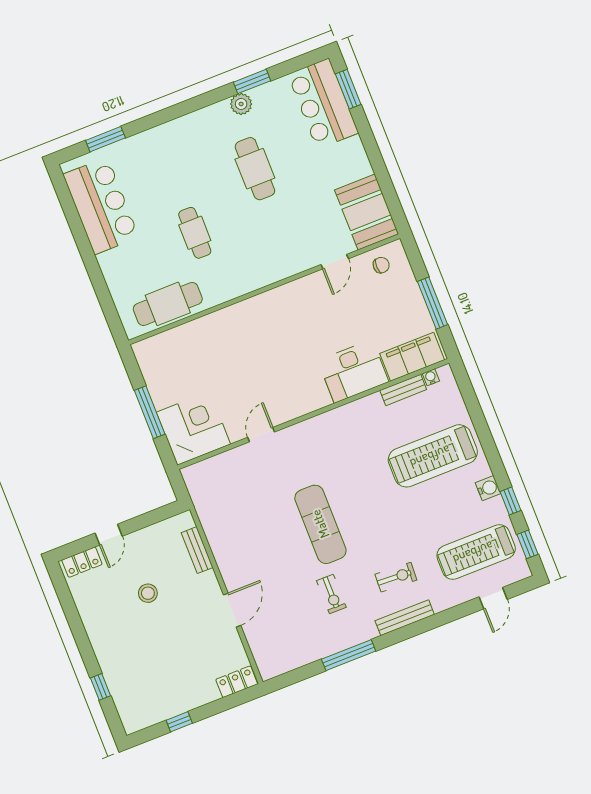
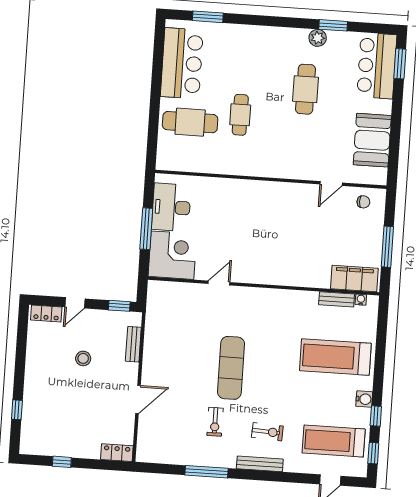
booth: (367, 212) -> (372, 140), moved
cafe table: (168, 304) -> (190, 122), moved
desk: (353, 371) -> (171, 207), moved, turned 90
window: (160, 514) -> (119, 306), added

